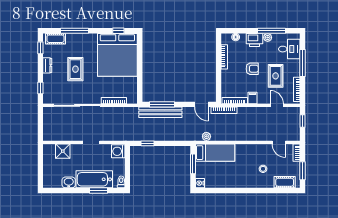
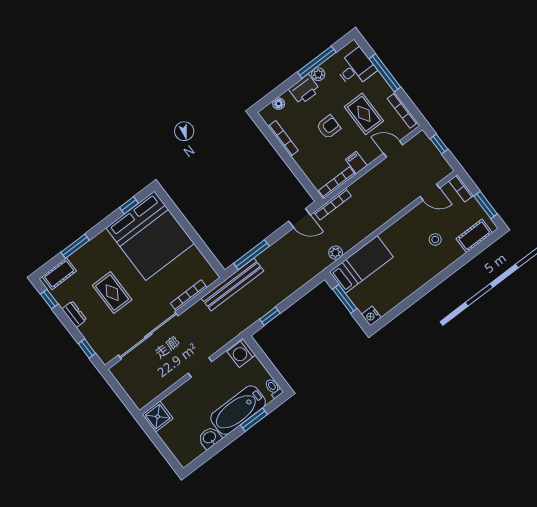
window: (75, 31) -> (75, 246), width x0.69
bench: (160, 112) -> (233, 285), moved
shower: (63, 151) -> (158, 417), moved

